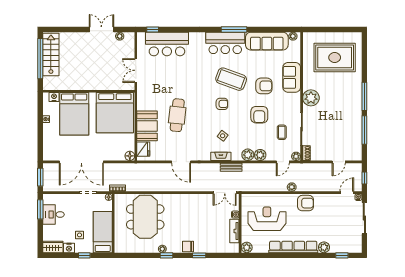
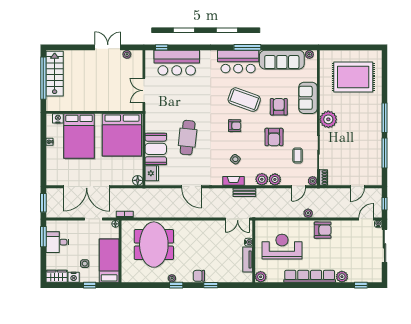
armchair: (264, 86) -> (279, 107), turned -90

